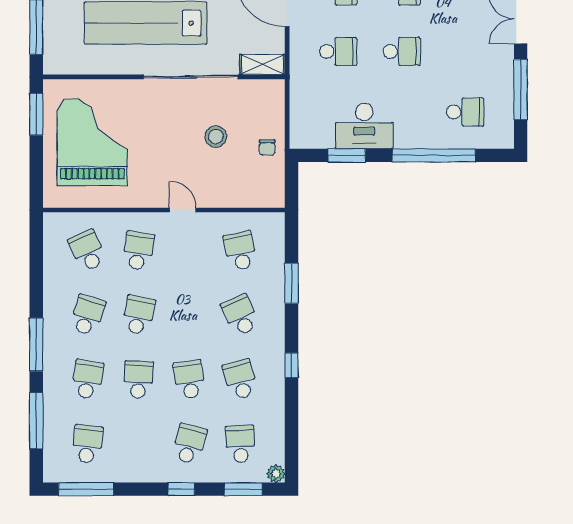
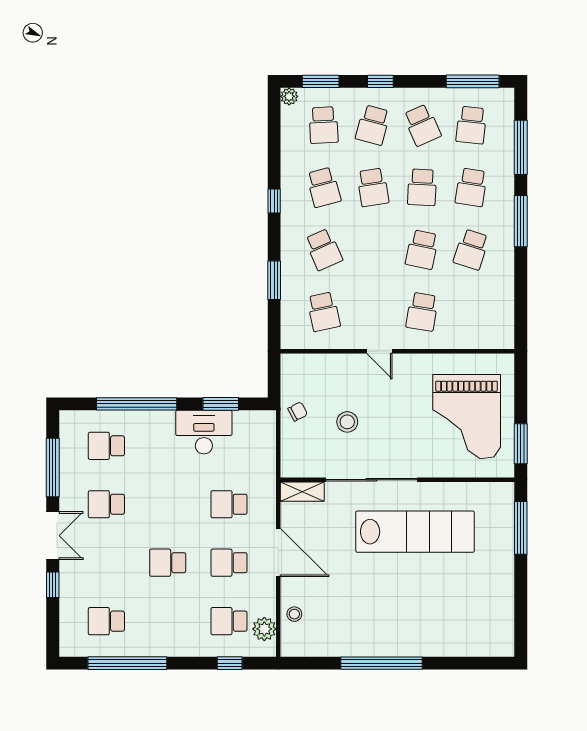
school desk: (402, 51) -> (106, 504), moved
chair: (267, 147) -> (298, 412), turned 62
school desk: (87, 251) -> (422, 125), moved

